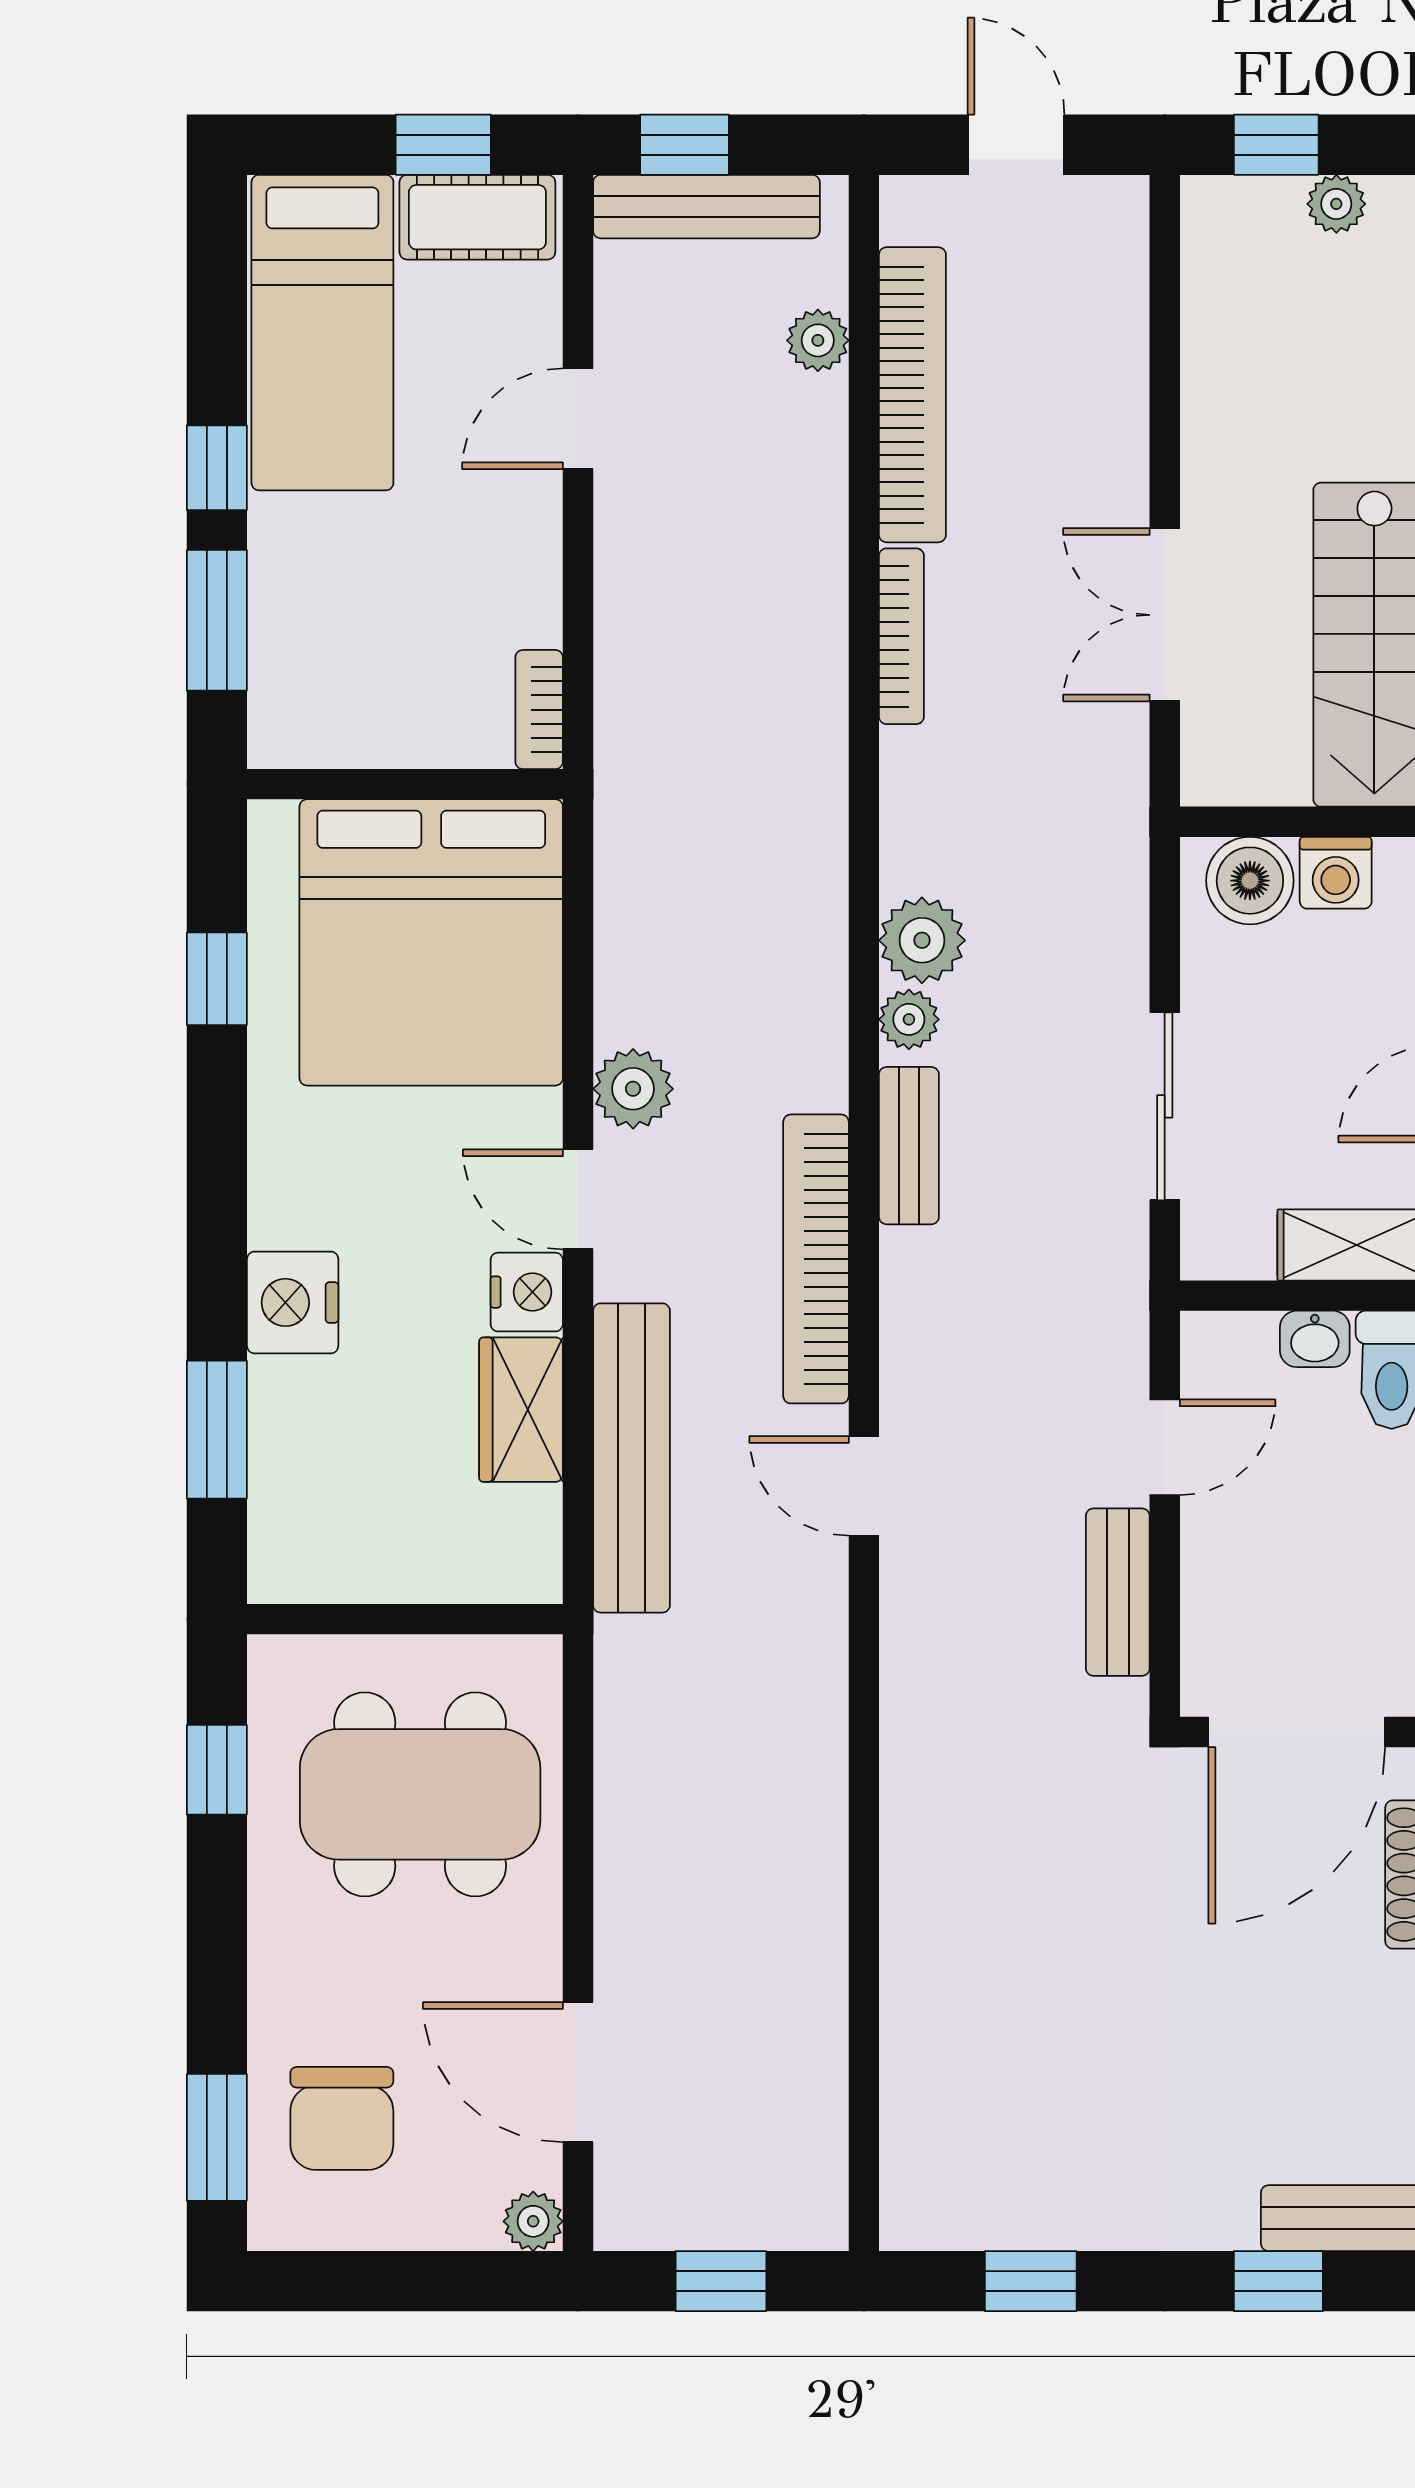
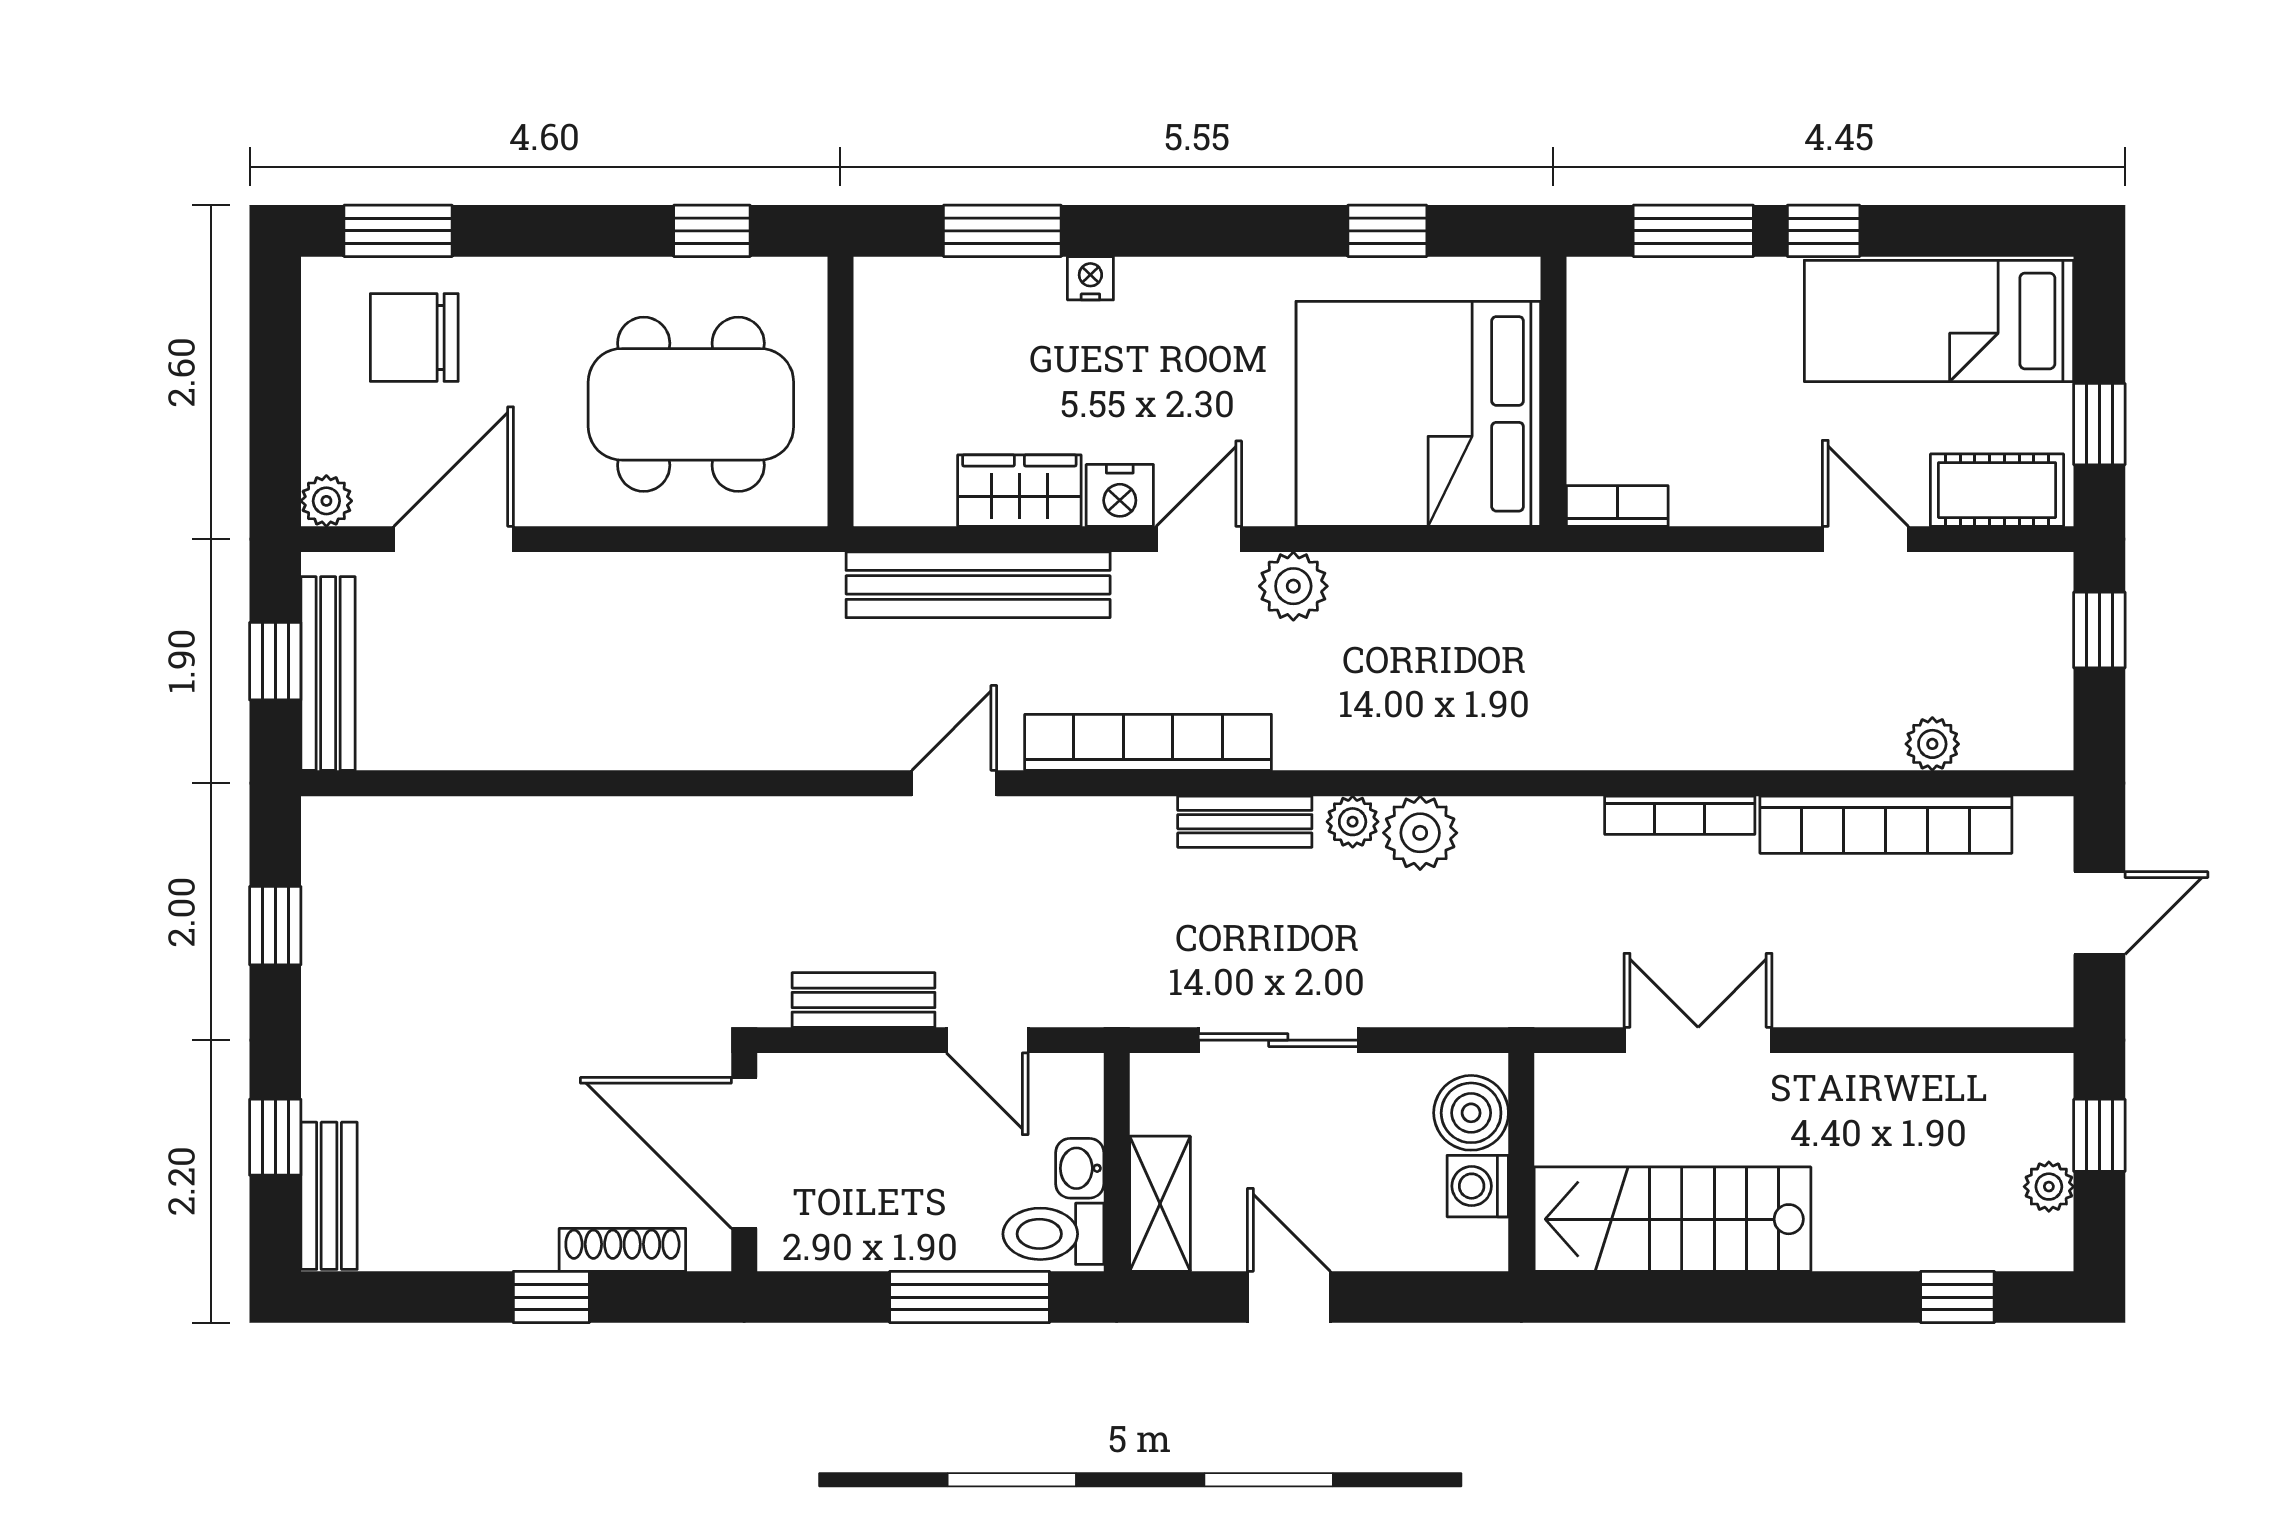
bench: (706, 207) -> (328, 674), moved
cot: (477, 217) -> (1997, 490), moved, turned 90
nightstand: (293, 1302) -> (1090, 278), width x0.53, depth x0.56
dining table: (420, 1794) -> (691, 404), turned 90

